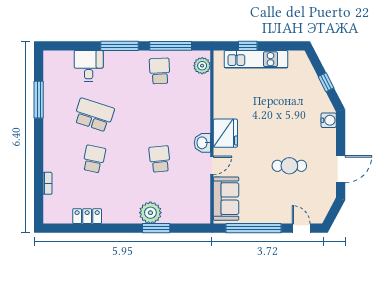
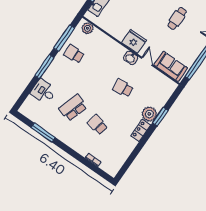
locker: (87, 216) -> (141, 130), moved

